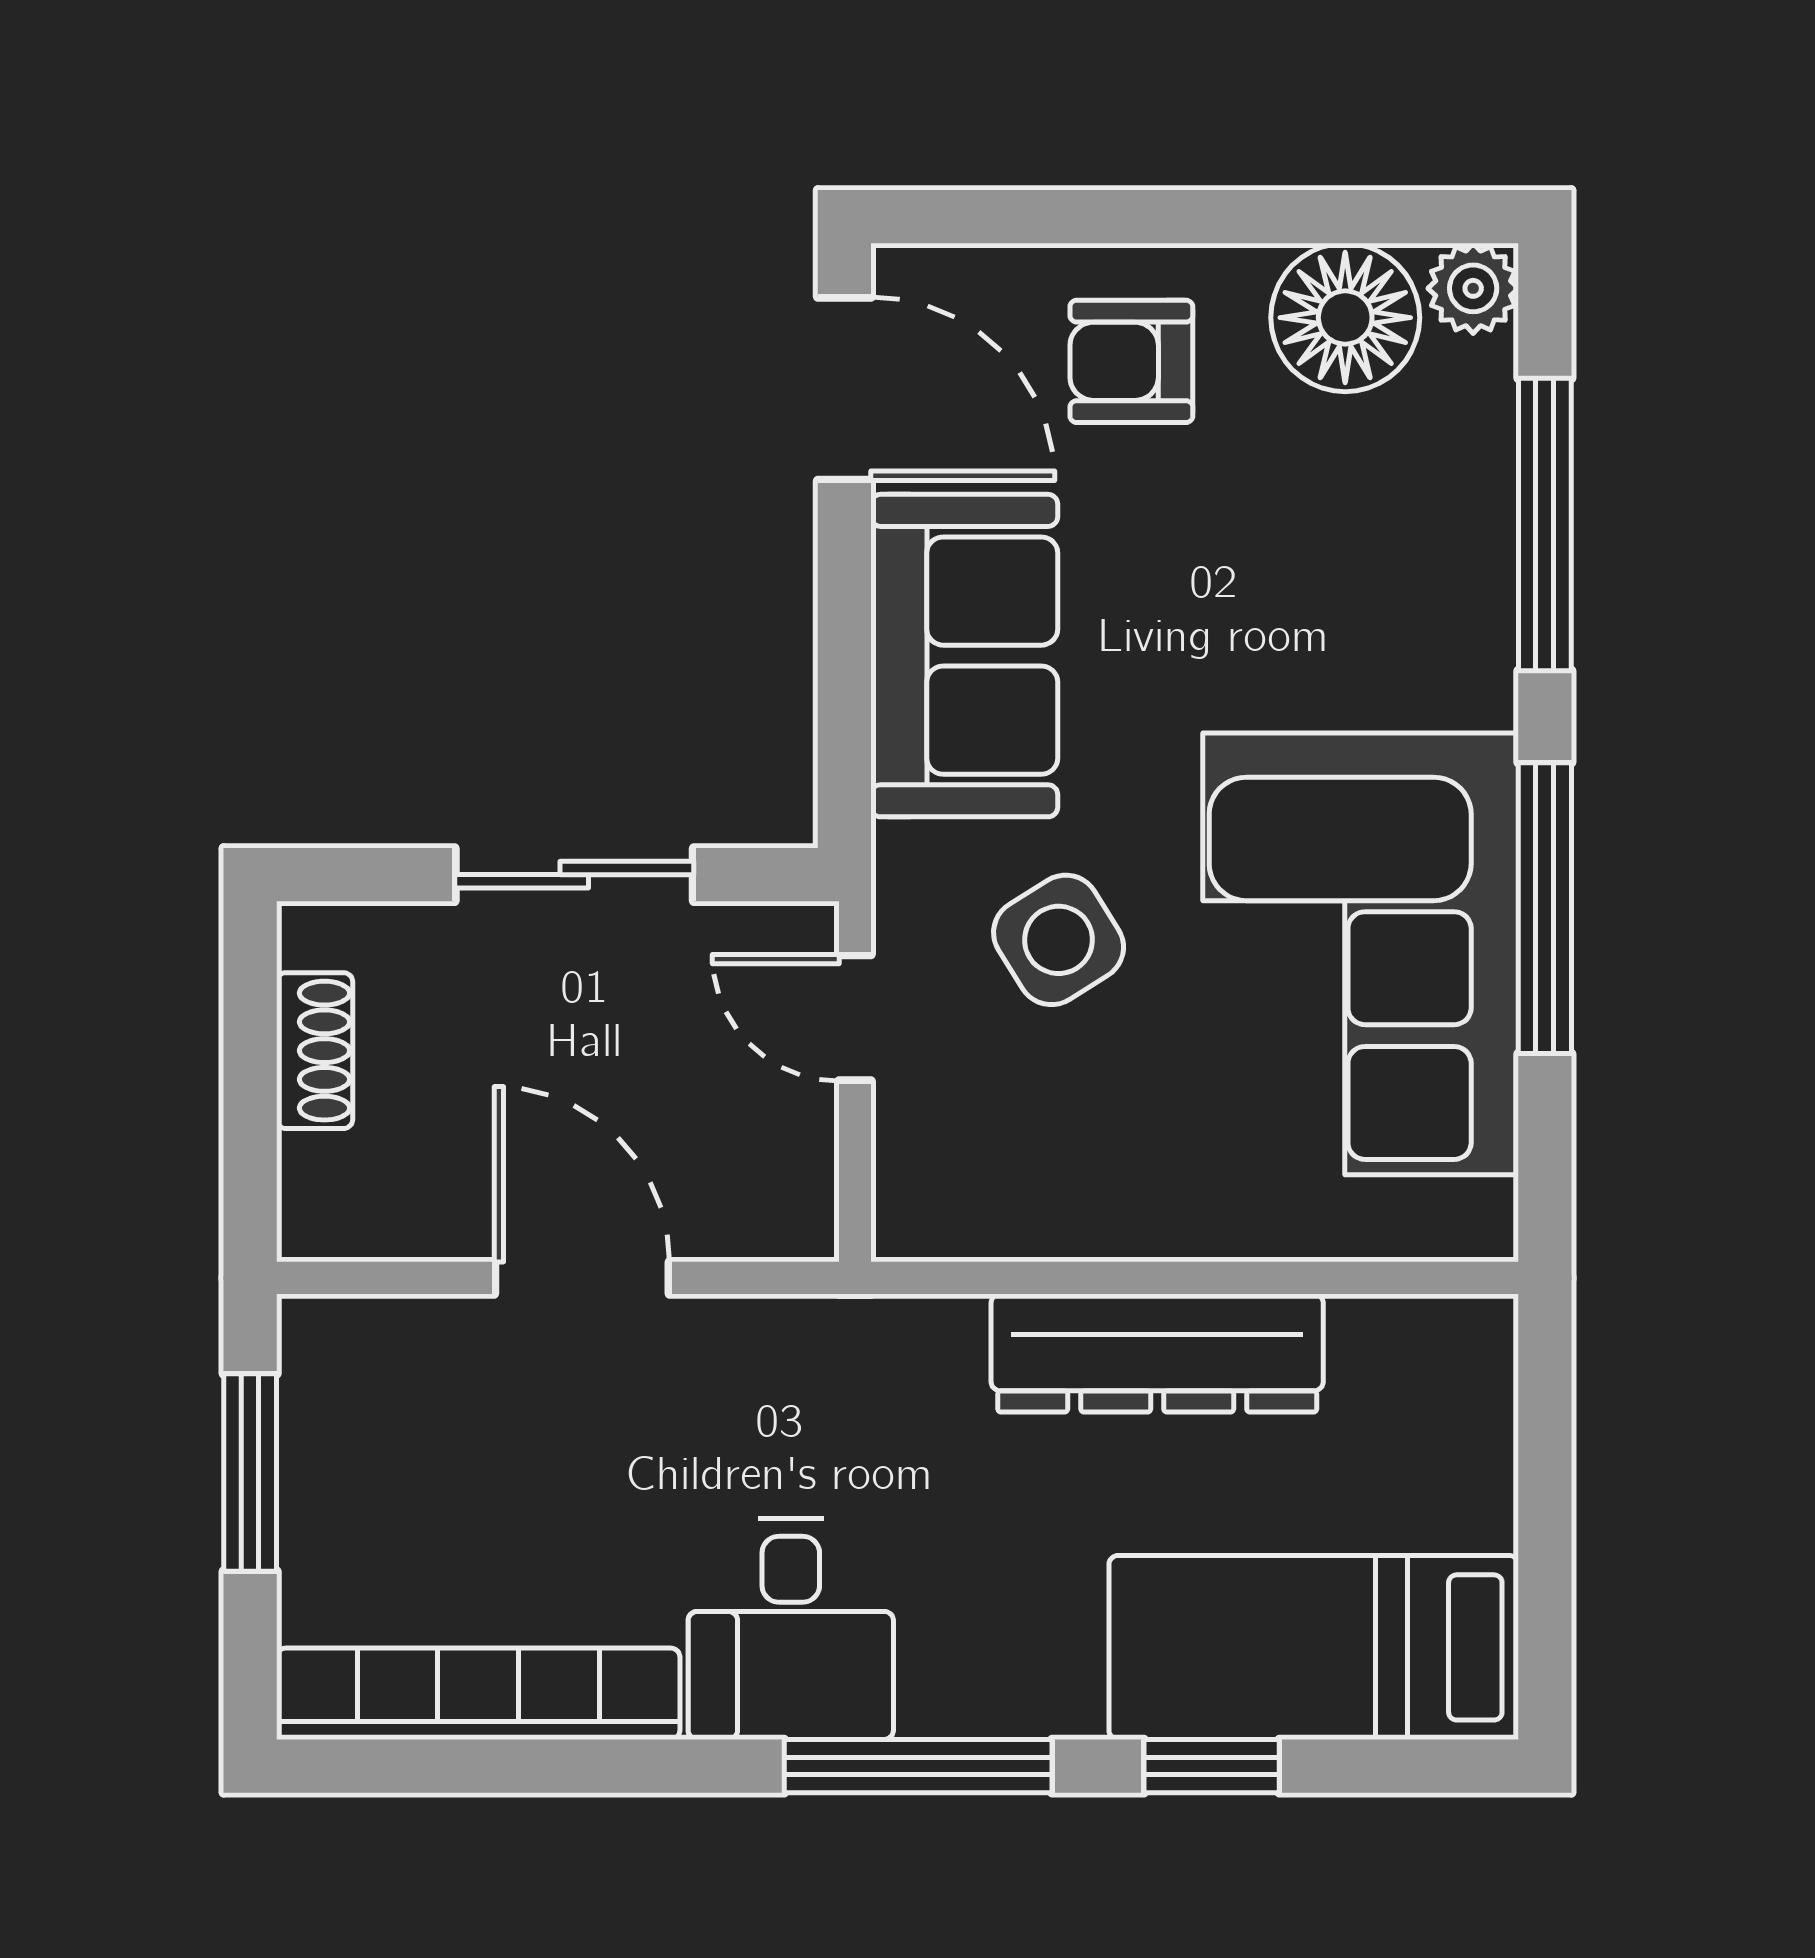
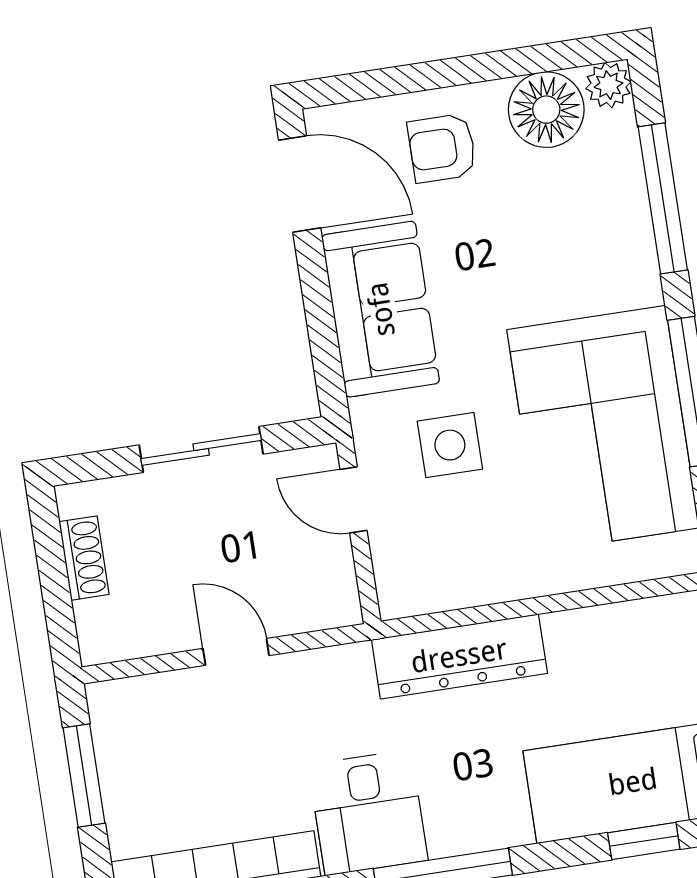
side table: (1059, 940) -> (450, 445), turned 32
door: (582, 1278) -> (236, 652), width x0.73
dresser: (1157, 1353) -> (459, 656), moved
window: (1212, 1766) -> (644, 841), moved

